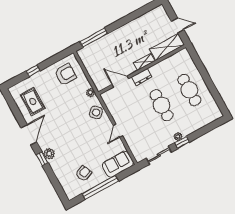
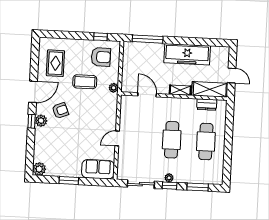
freezer: (132, 30) -> (187, 54), added
window: (33, 71) -> (100, 37), moved
dresser: (142, 77) -> (207, 105), moved
coffee table: (65, 102) -> (85, 82), added
side table: (96, 112) -> (107, 109), removed
window: (205, 130) -> (198, 187), added
armchair: (83, 173) -> (60, 111), moved
window: (100, 187) -> (69, 181), width x0.47
plant: (71, 193) -> (39, 169), added

